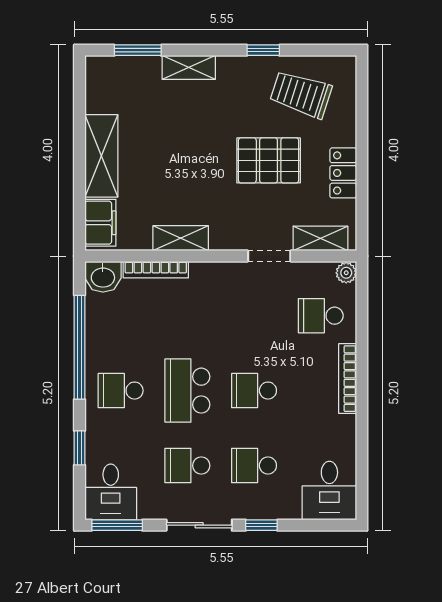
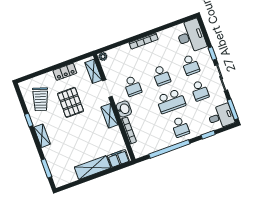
shelving: (189, 67) -> (42, 136), moved
shelving: (181, 238) -> (110, 116), moved
washbasin: (103, 277) -> (124, 109), moved
school desk: (321, 316) -> (133, 86), moved
desk: (329, 491) -> (191, 36), width x1.37

